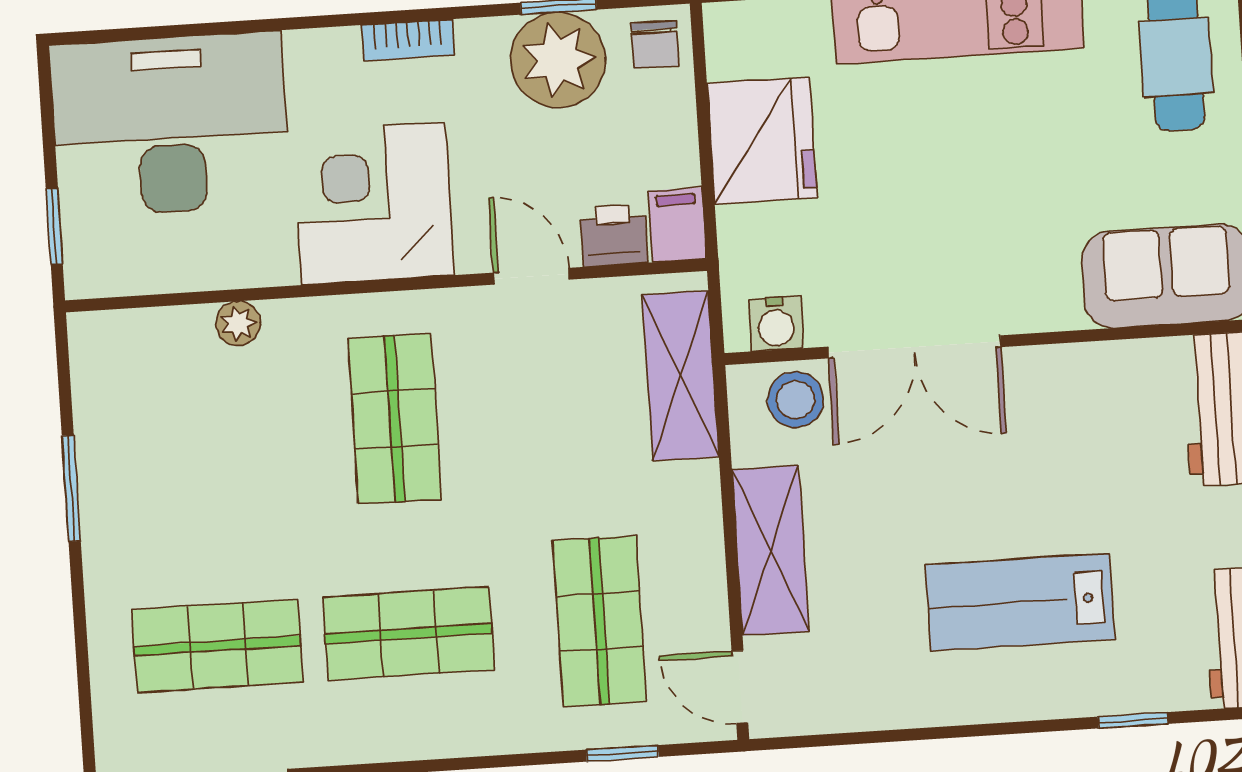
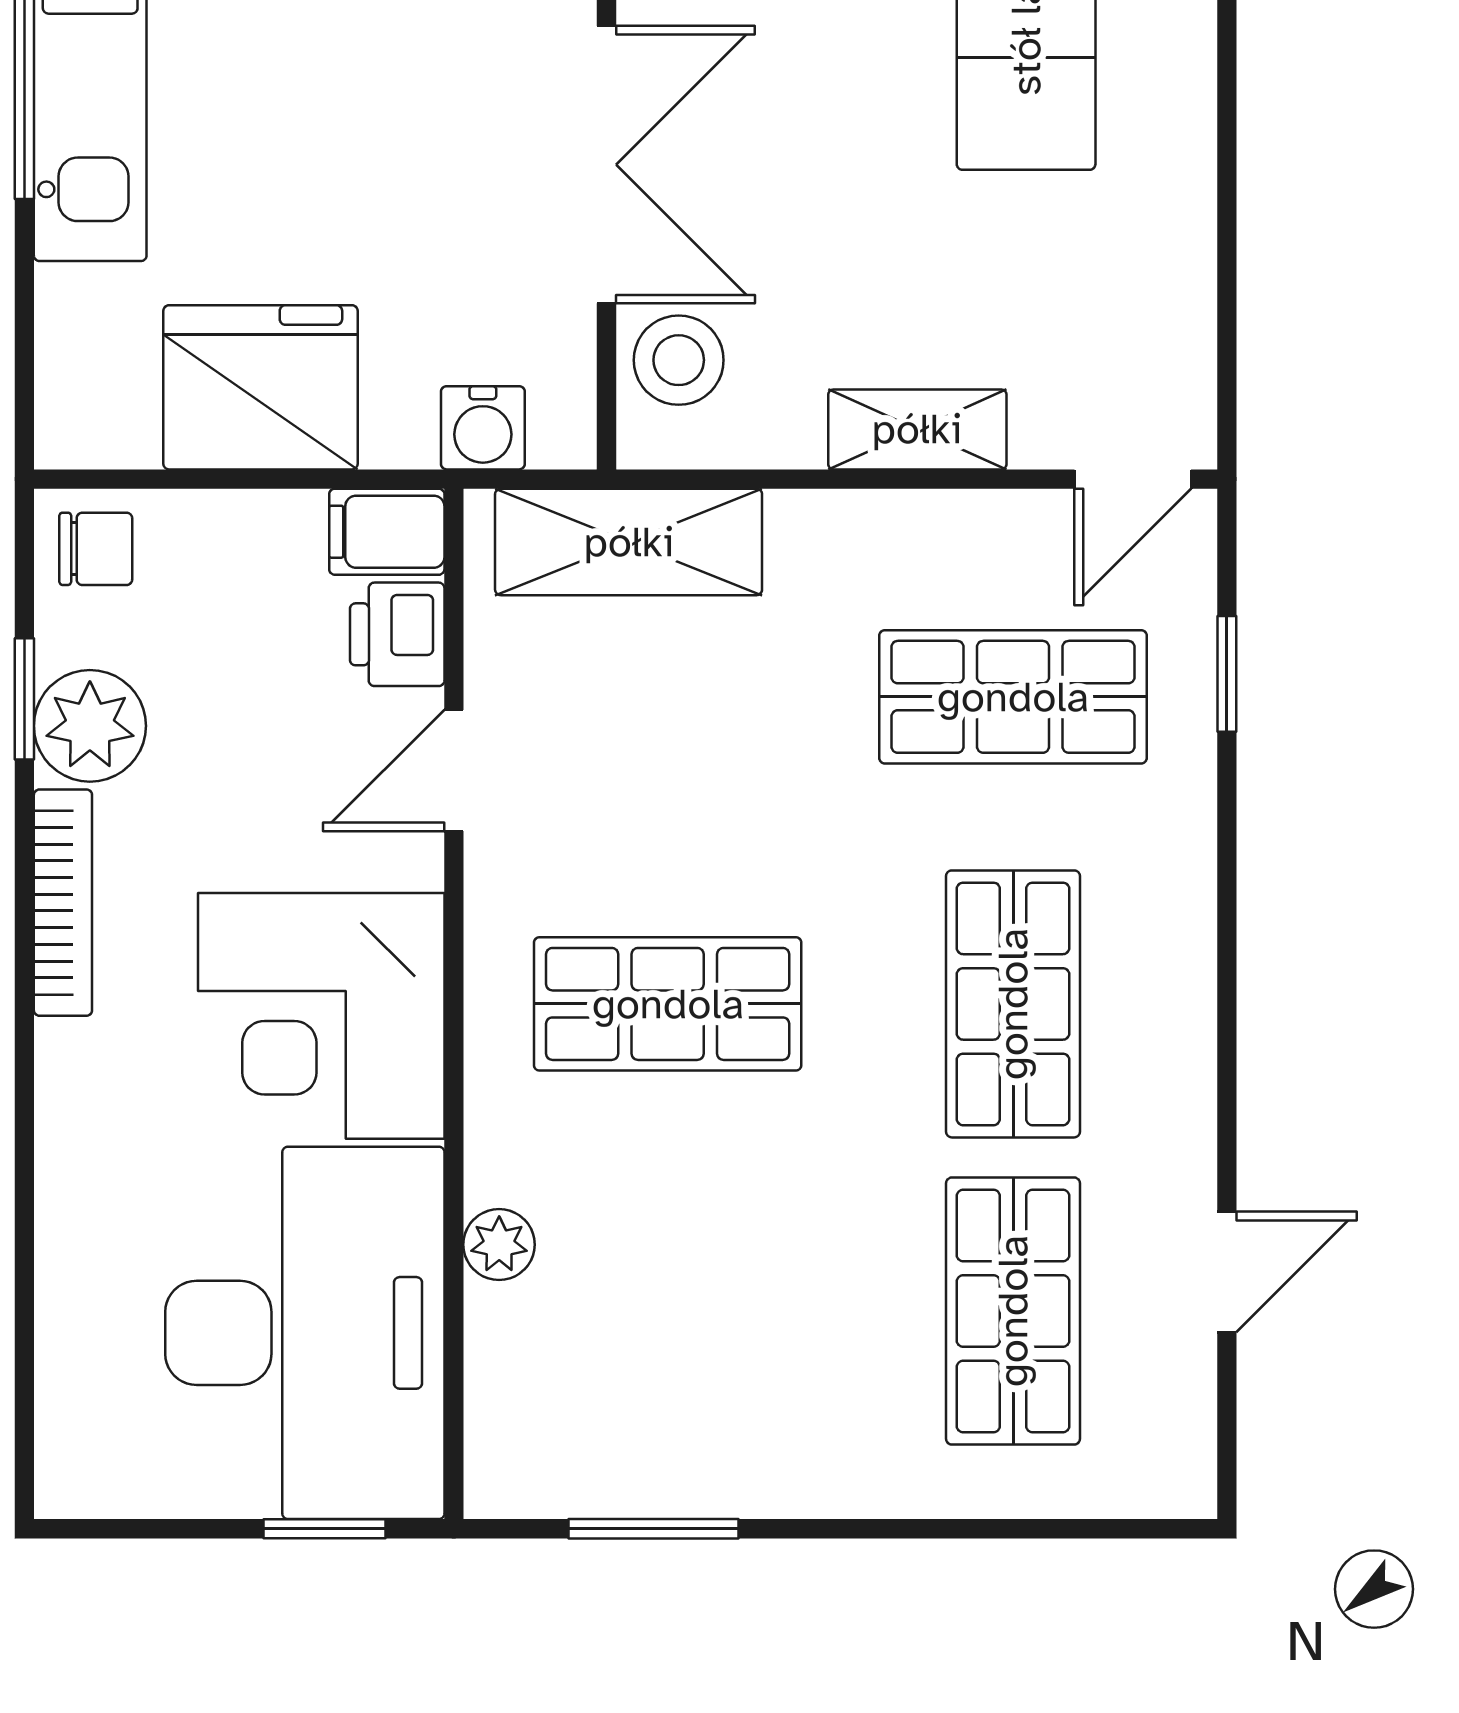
bookcase: (408, 40) -> (63, 903), width x1.56
plant: (558, 60) -> (90, 726), width x0.73, depth x0.73
desk: (170, 124) -> (305, 1333), moved, turned 180
water cooler: (776, 324) -> (483, 428), moved, turned 90
window: (71, 488) -> (654, 1529), moved
shelving: (770, 550) -> (917, 429), width x0.67, depth x0.75

